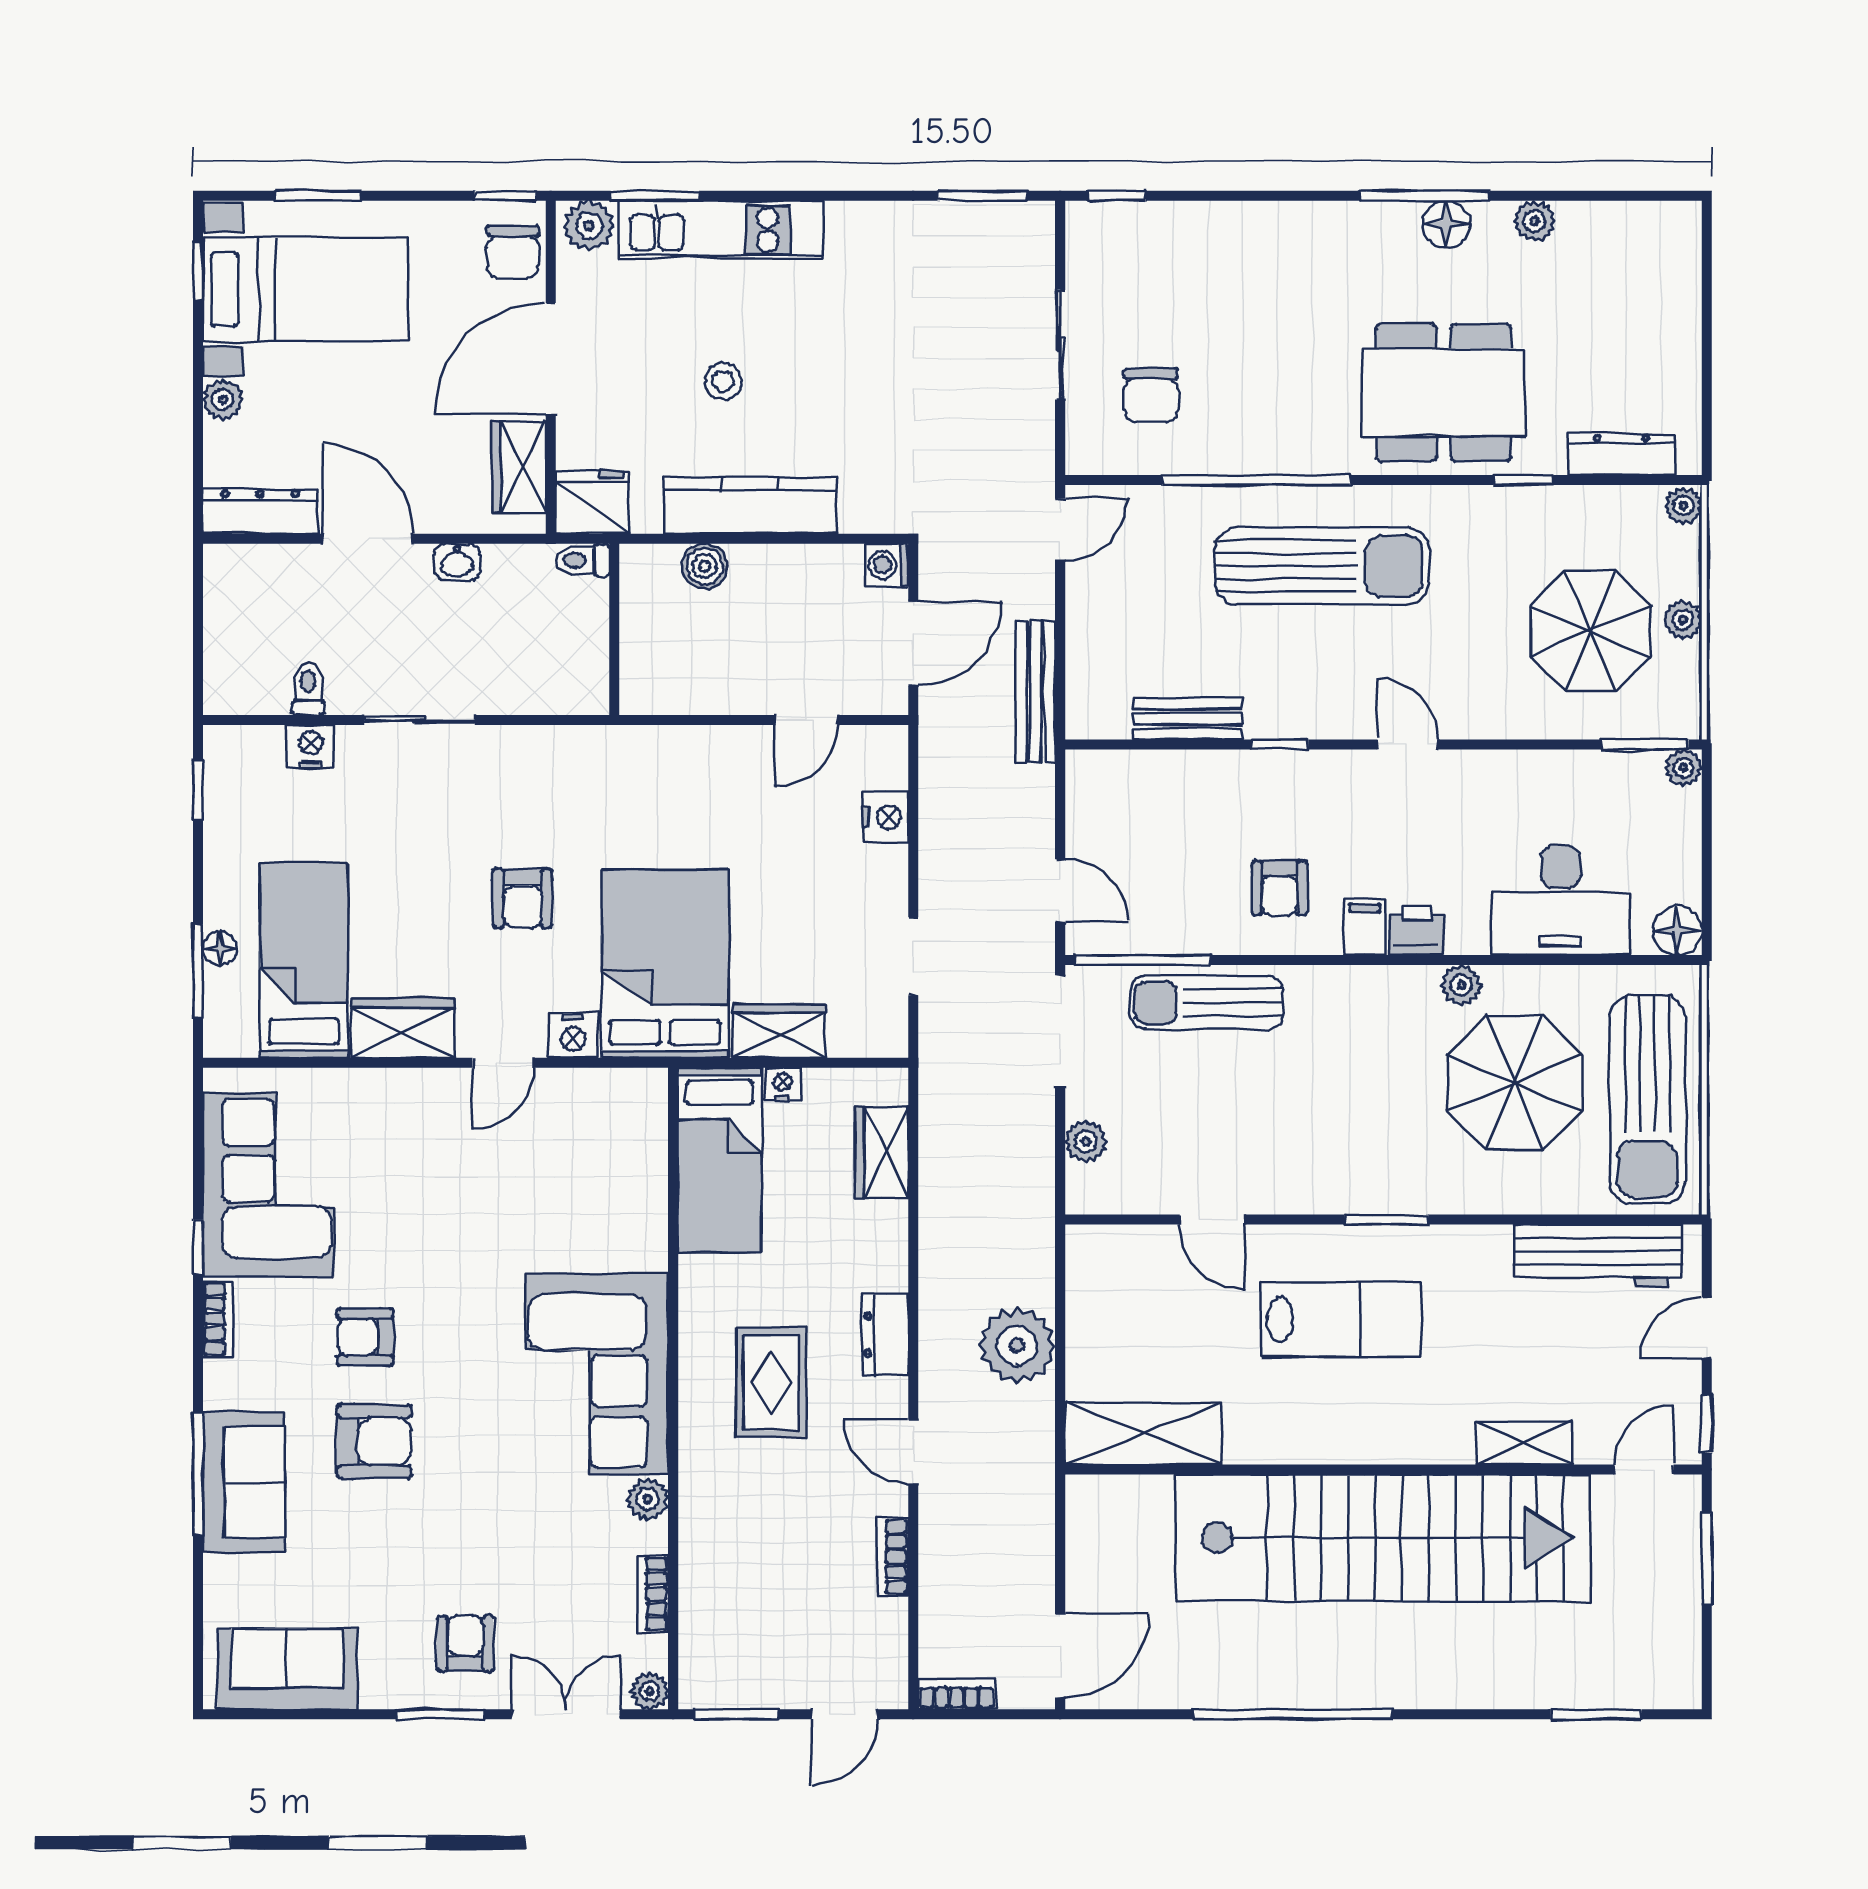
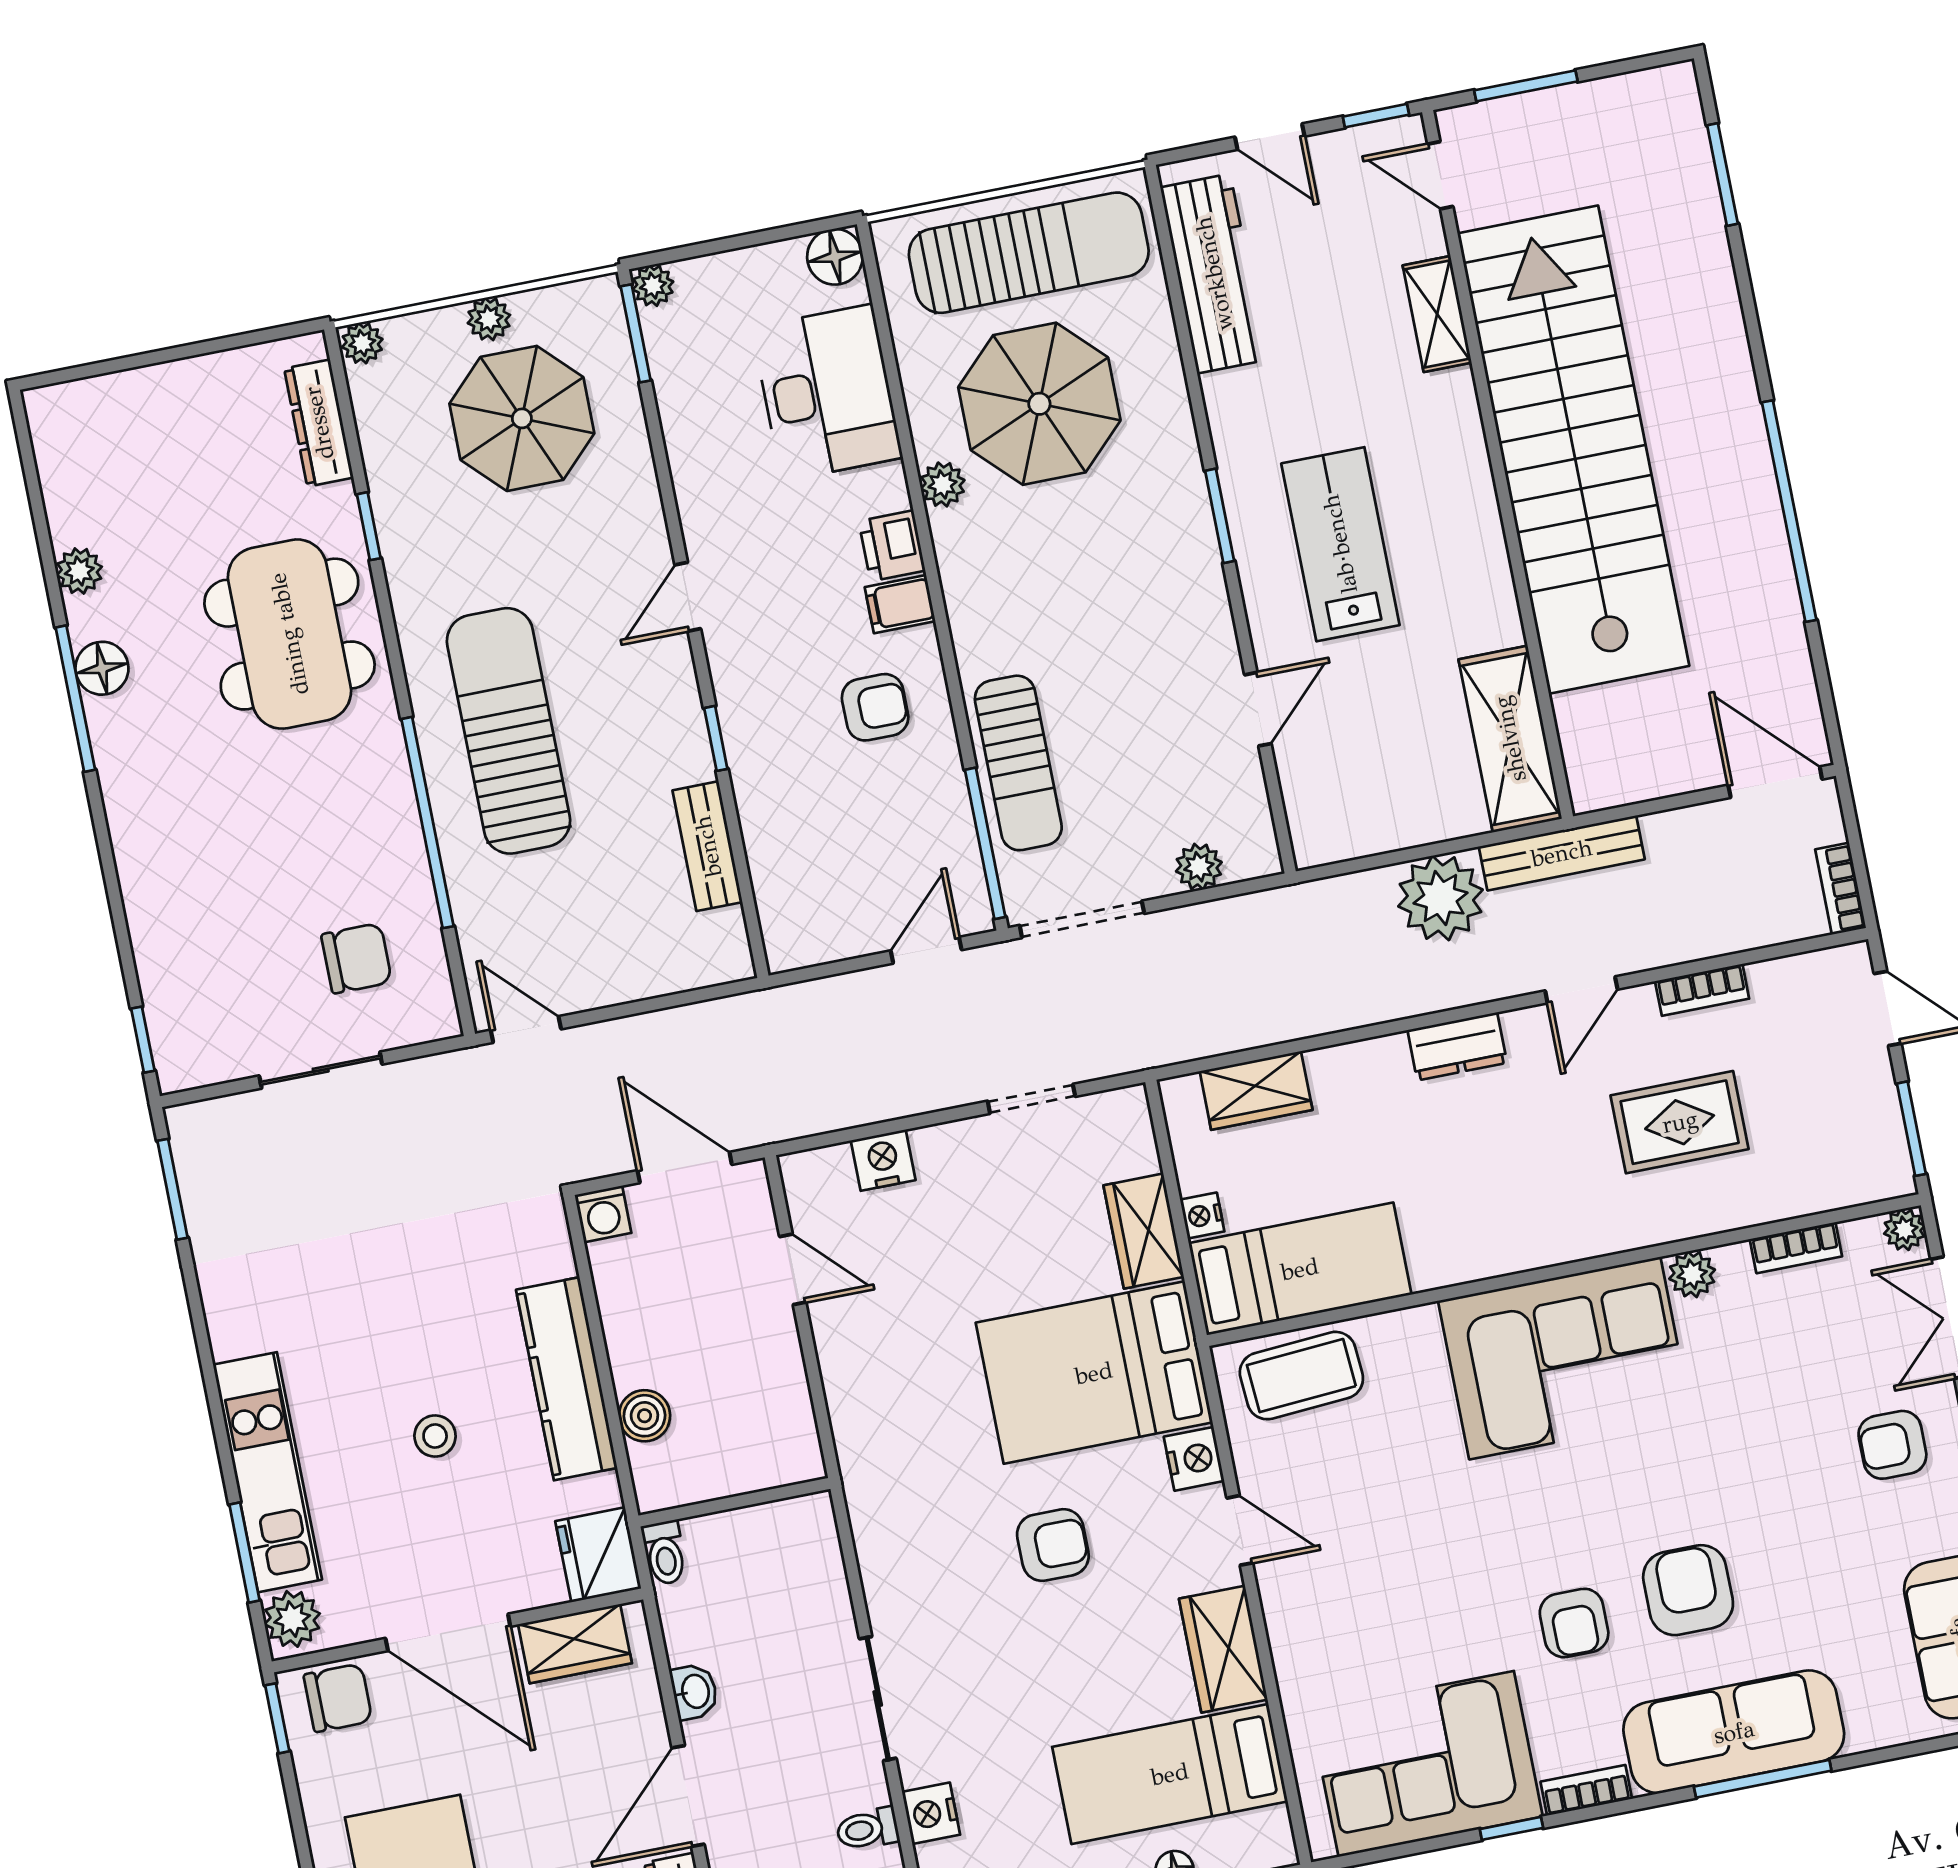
bench: (1035, 692) -> (1562, 853), moved
coffee table: (627, 1143) -> (1301, 1376), added
rug: (771, 1382) -> (1680, 1122), moved
sofa: (244, 1482) -> (1734, 1732), width x1.36

